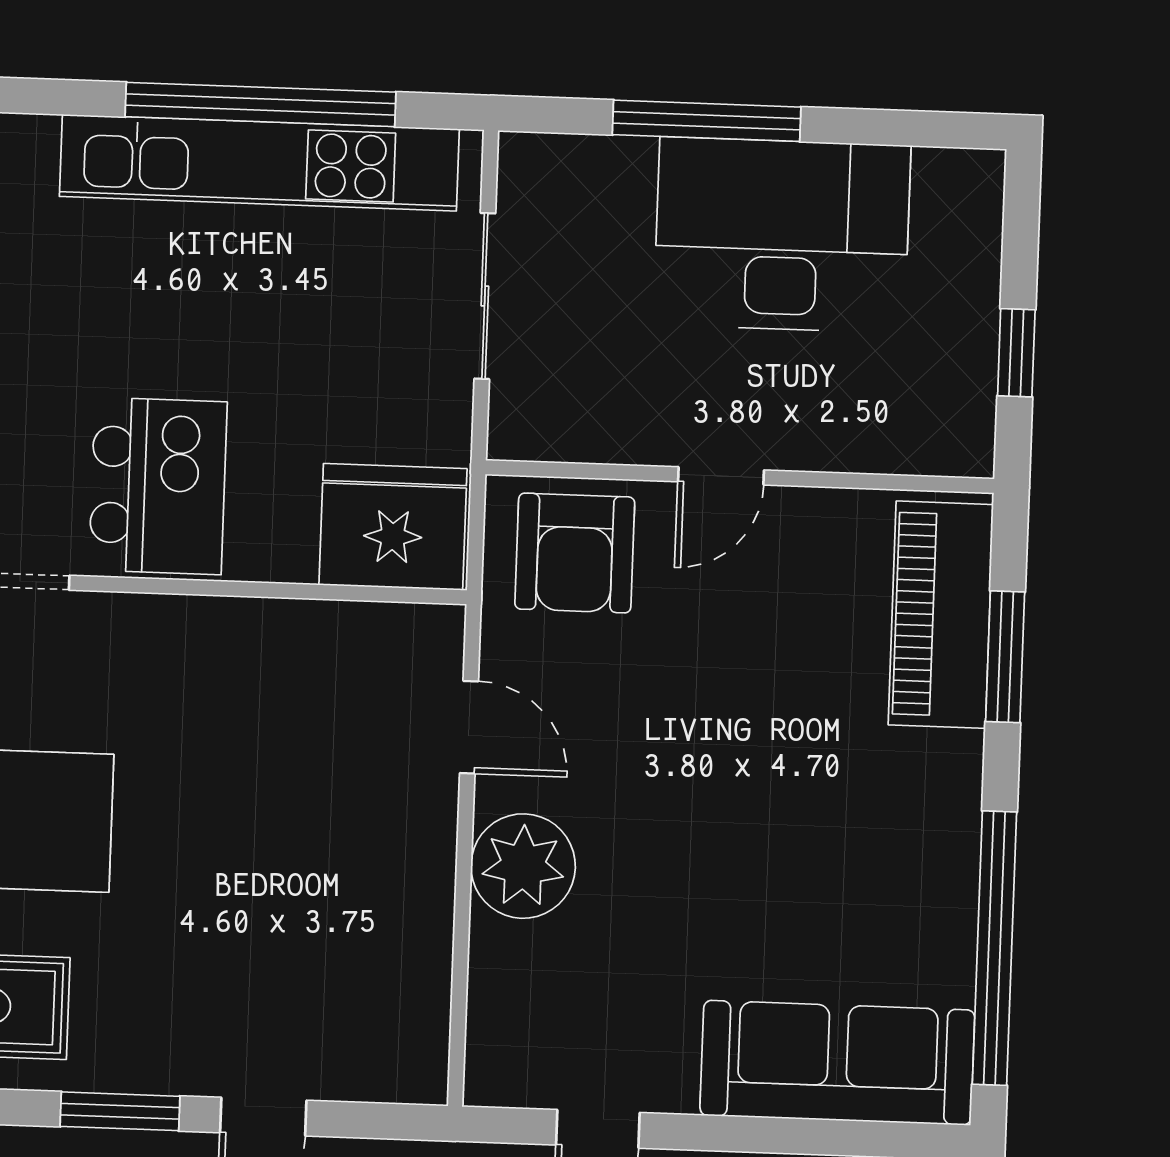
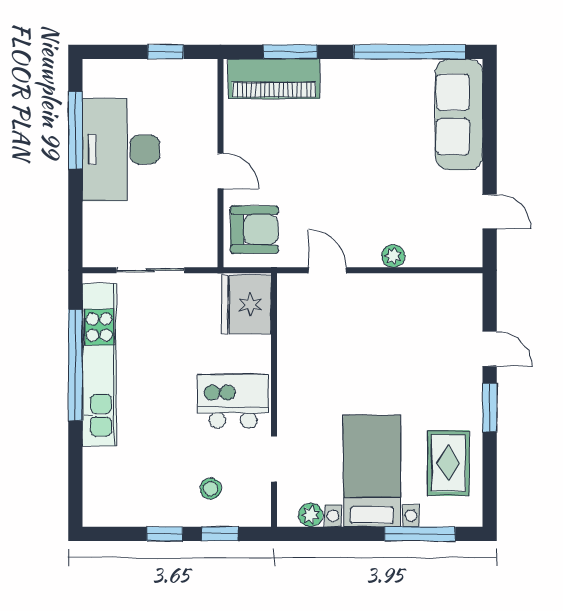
window: (707, 121) -> (75, 130), moved
door: (469, 727) -> (327, 270), hinge flipped
plant: (523, 866) -> (393, 256), width x0.53, depth x0.53

